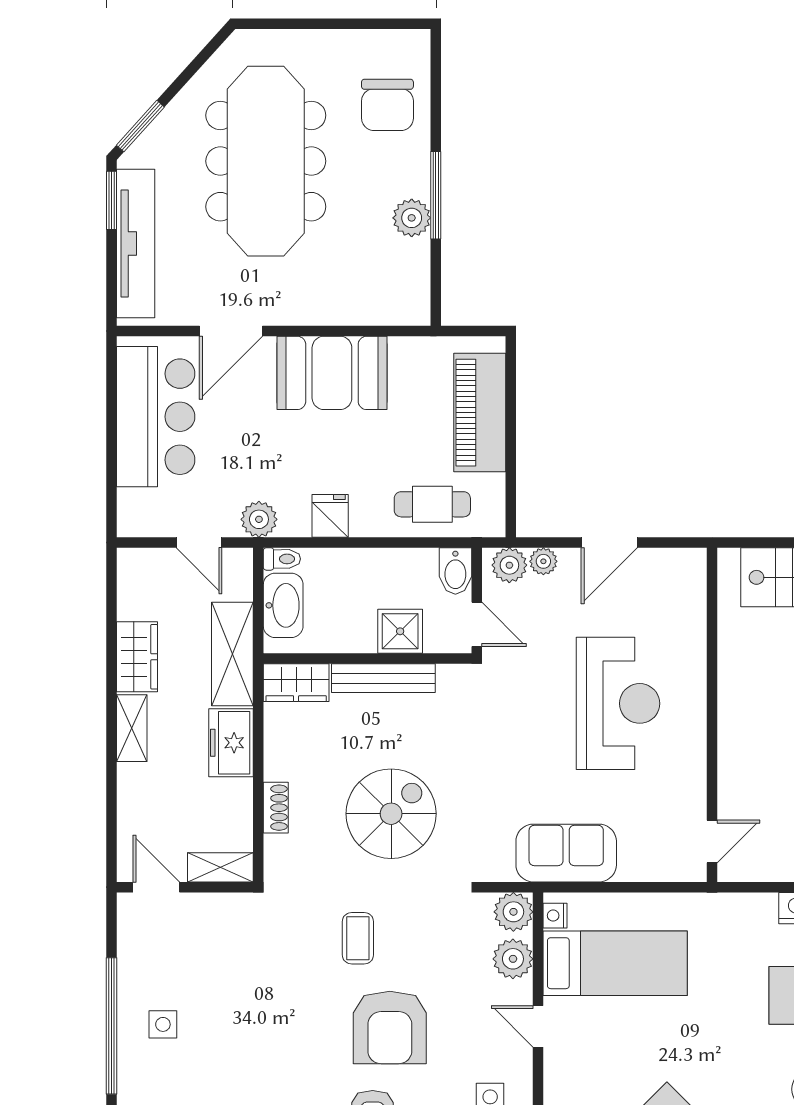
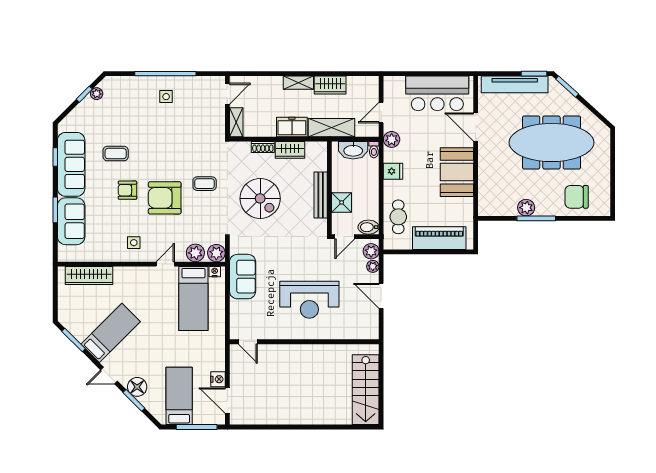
wardrobe: (296, 683) -> (290, 150), moved, turned -90

